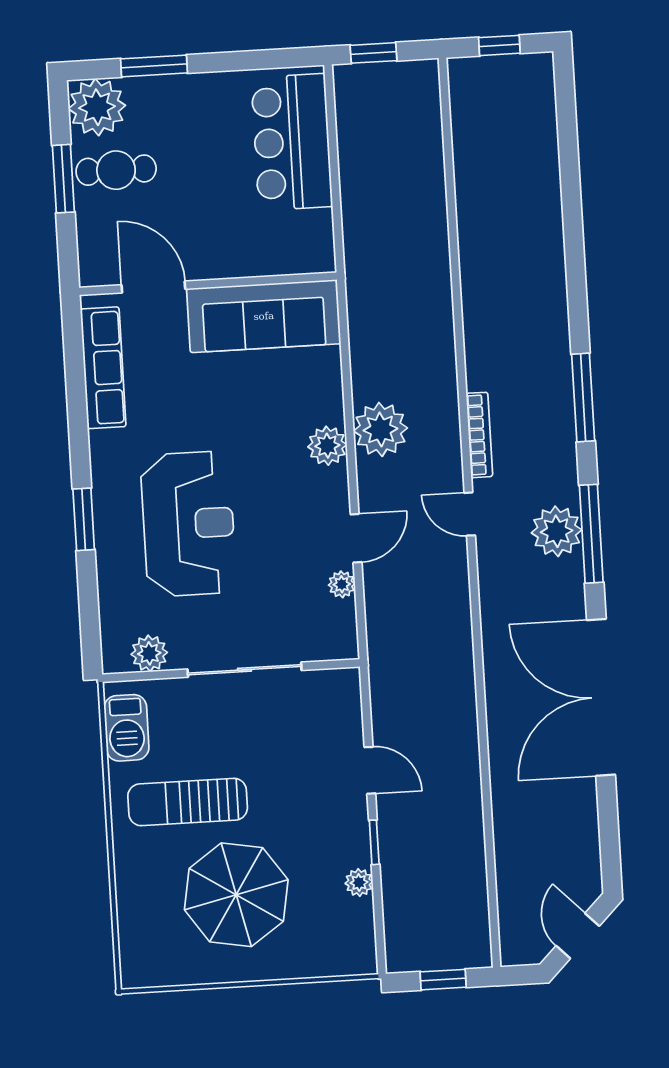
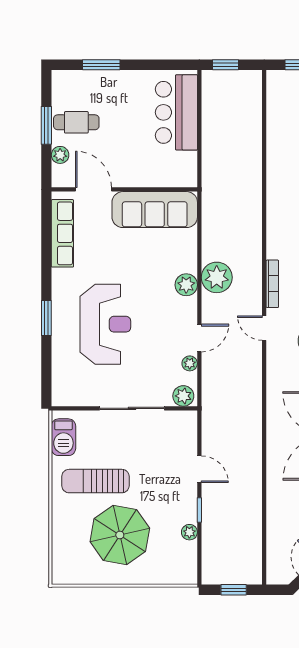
plant: (97, 107) -> (60, 155), moved, width x0.53, depth x0.53
plant: (149, 653) -> (183, 396), moved

